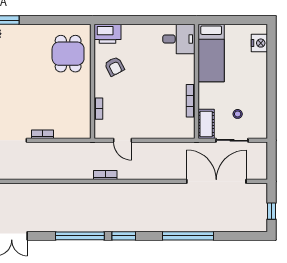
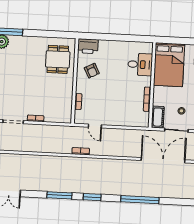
desk: (179, 39) -> (140, 64), moved
bed: (211, 53) -> (169, 65), width x1.50
window: (80, 236) -> (59, 195), width x0.68

